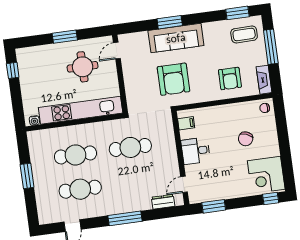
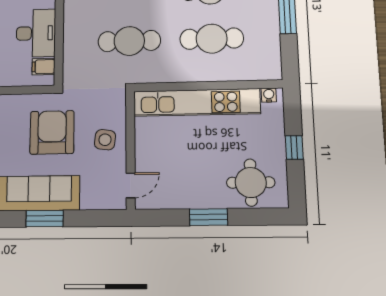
round table: (83, 67) -> (251, 183), moved
window: (13, 70) -> (294, 147), moved
side table: (138, 78) -> (105, 140), added
desk: (196, 151) -> (36, 33), width x1.37

